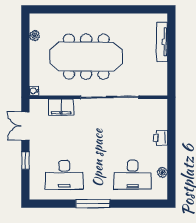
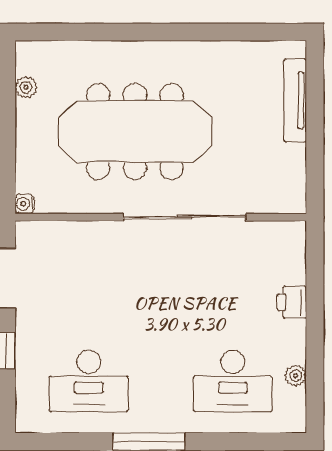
filing cabinet: (61, 107) -> (82, 238), removed

